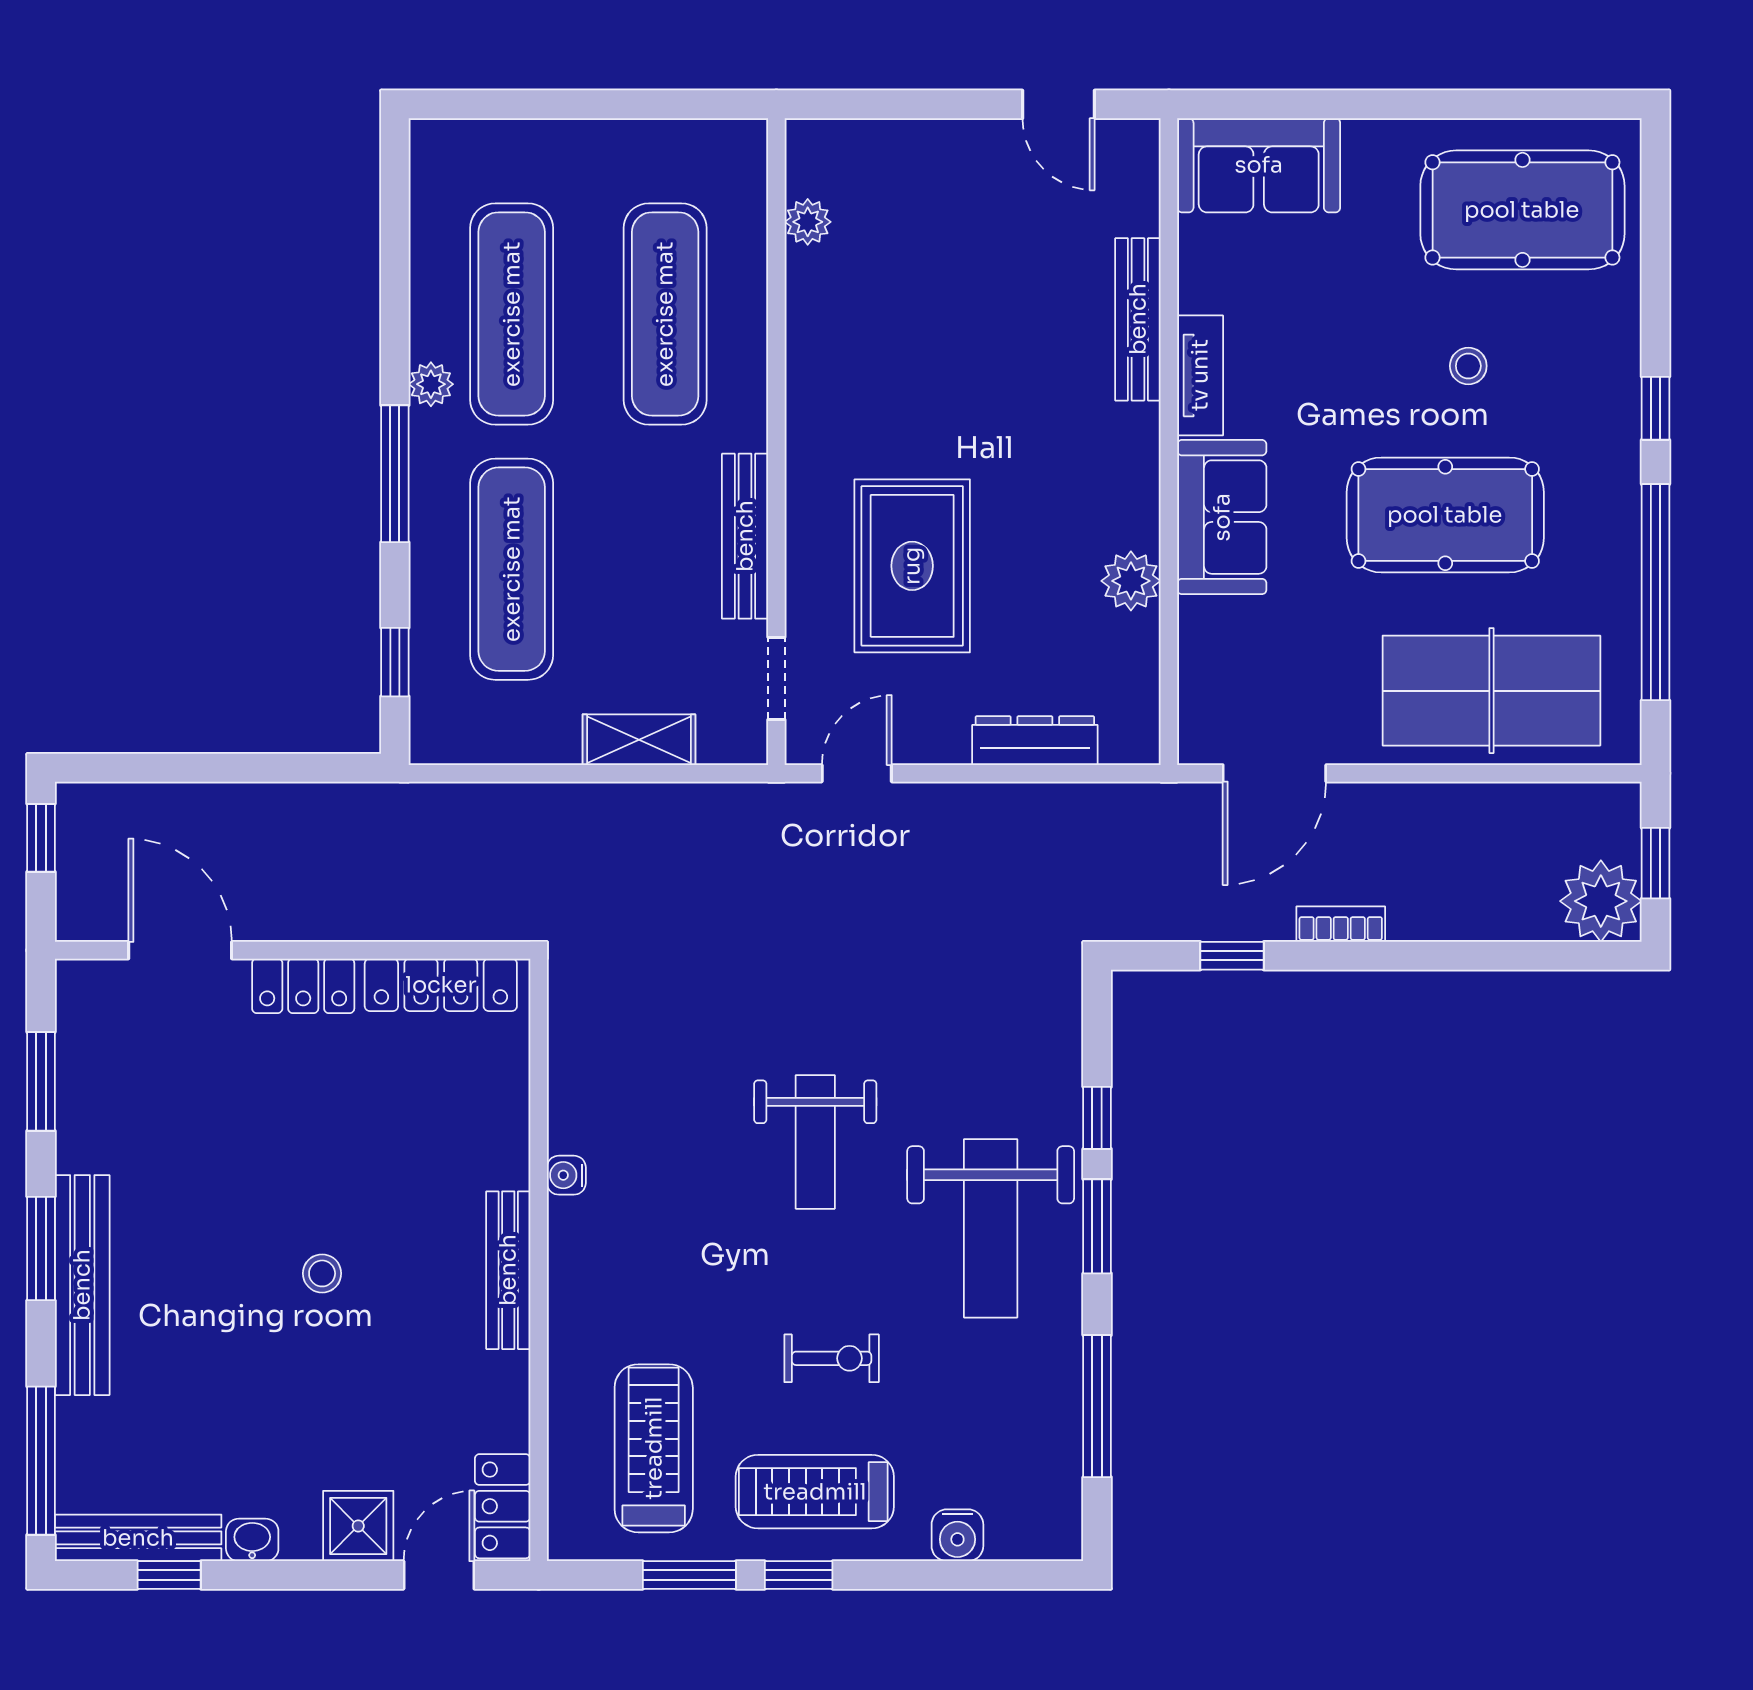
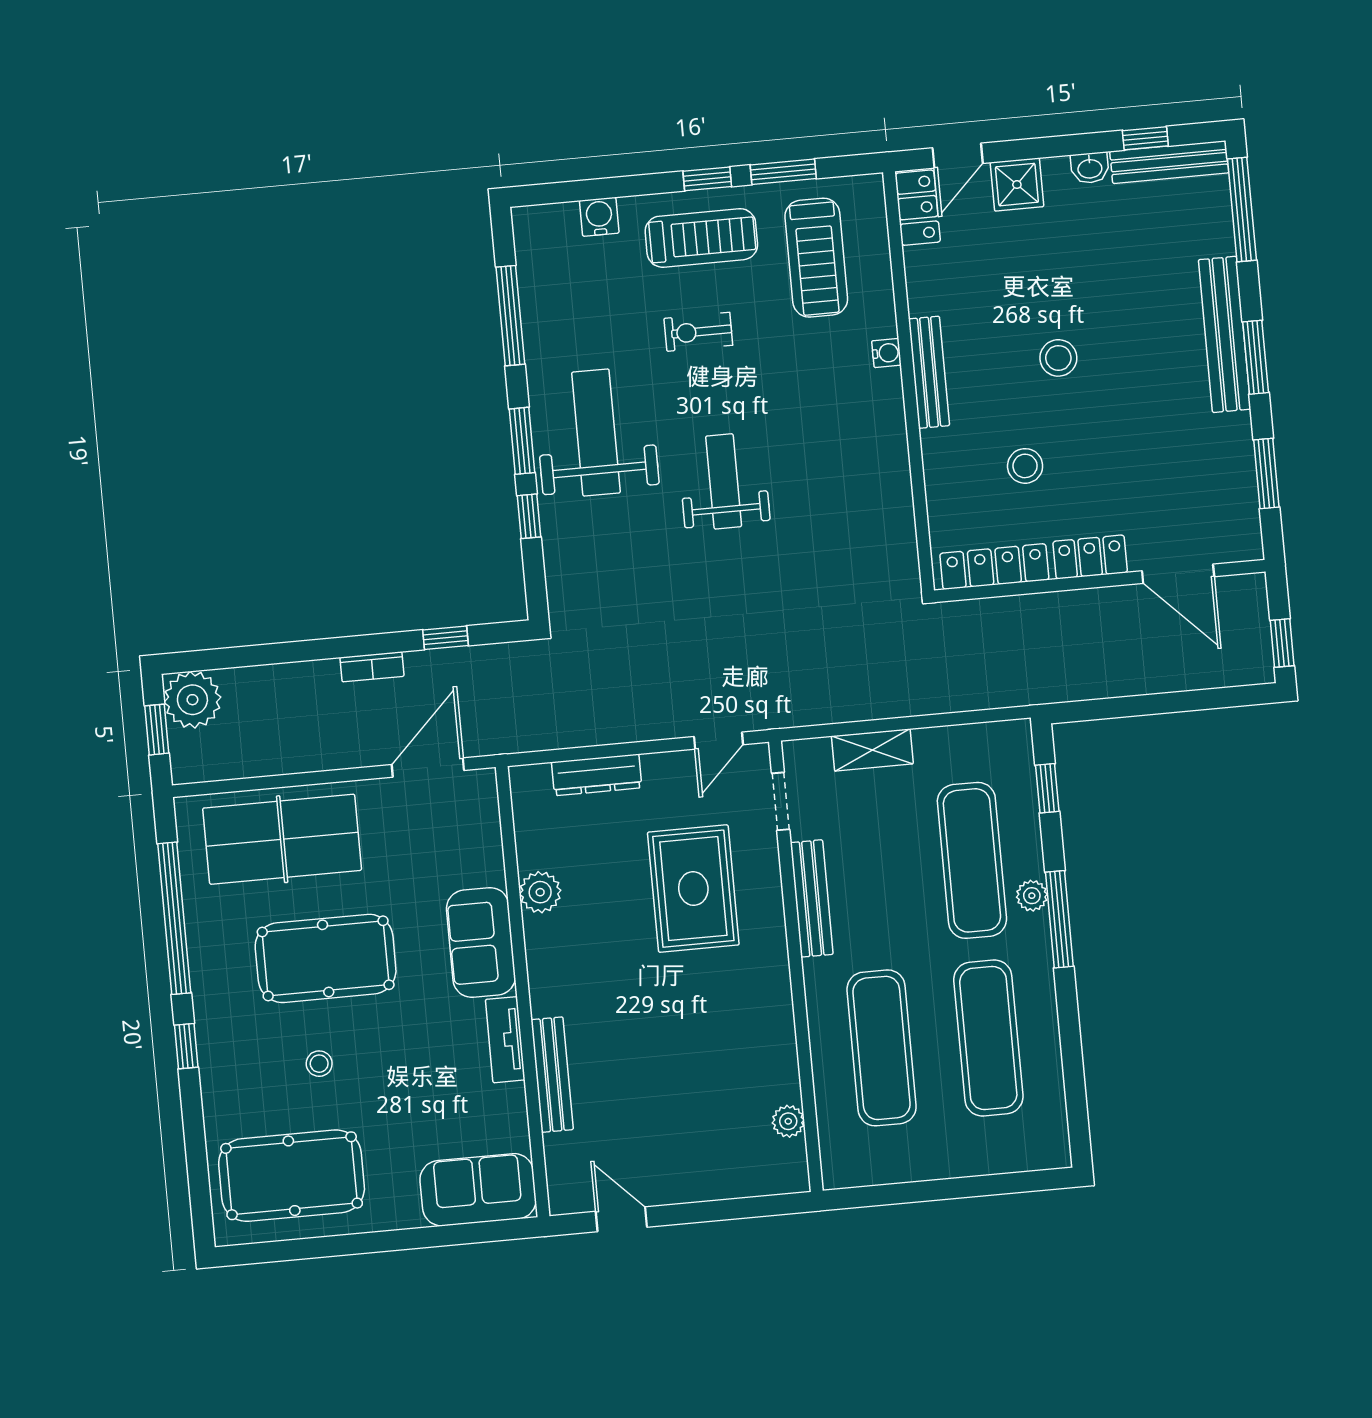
plant: (431, 384) -> (1032, 896), moved
stool: (384, 1124) -> (1025, 466), added
water cooler: (566, 1175) -> (886, 353), moved
stool: (322, 1273) -> (1058, 358), width x1.37, depth x1.37

